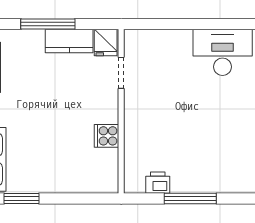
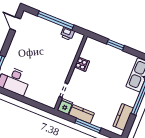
window: (22, 198) -> (115, 45), moved
window: (190, 198) -> (56, 20), width x1.46

